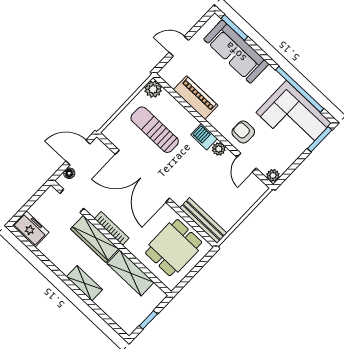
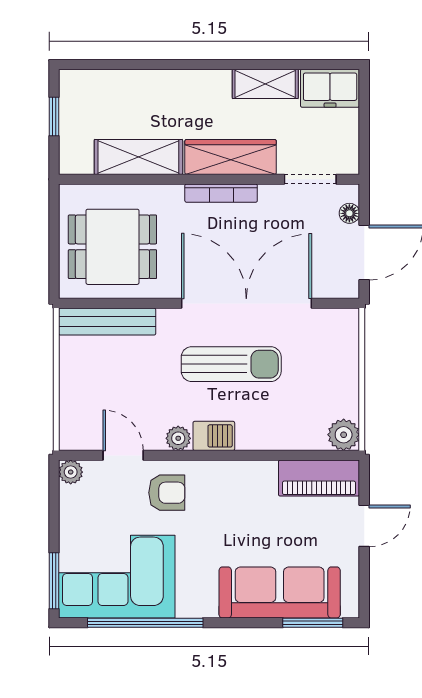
piano: (196, 98) -> (319, 478), moved
sun lounger: (155, 130) -> (231, 364), moved
dining table: (174, 248) -> (112, 247), turned 90
shelving: (84, 283) -> (265, 84), moved

